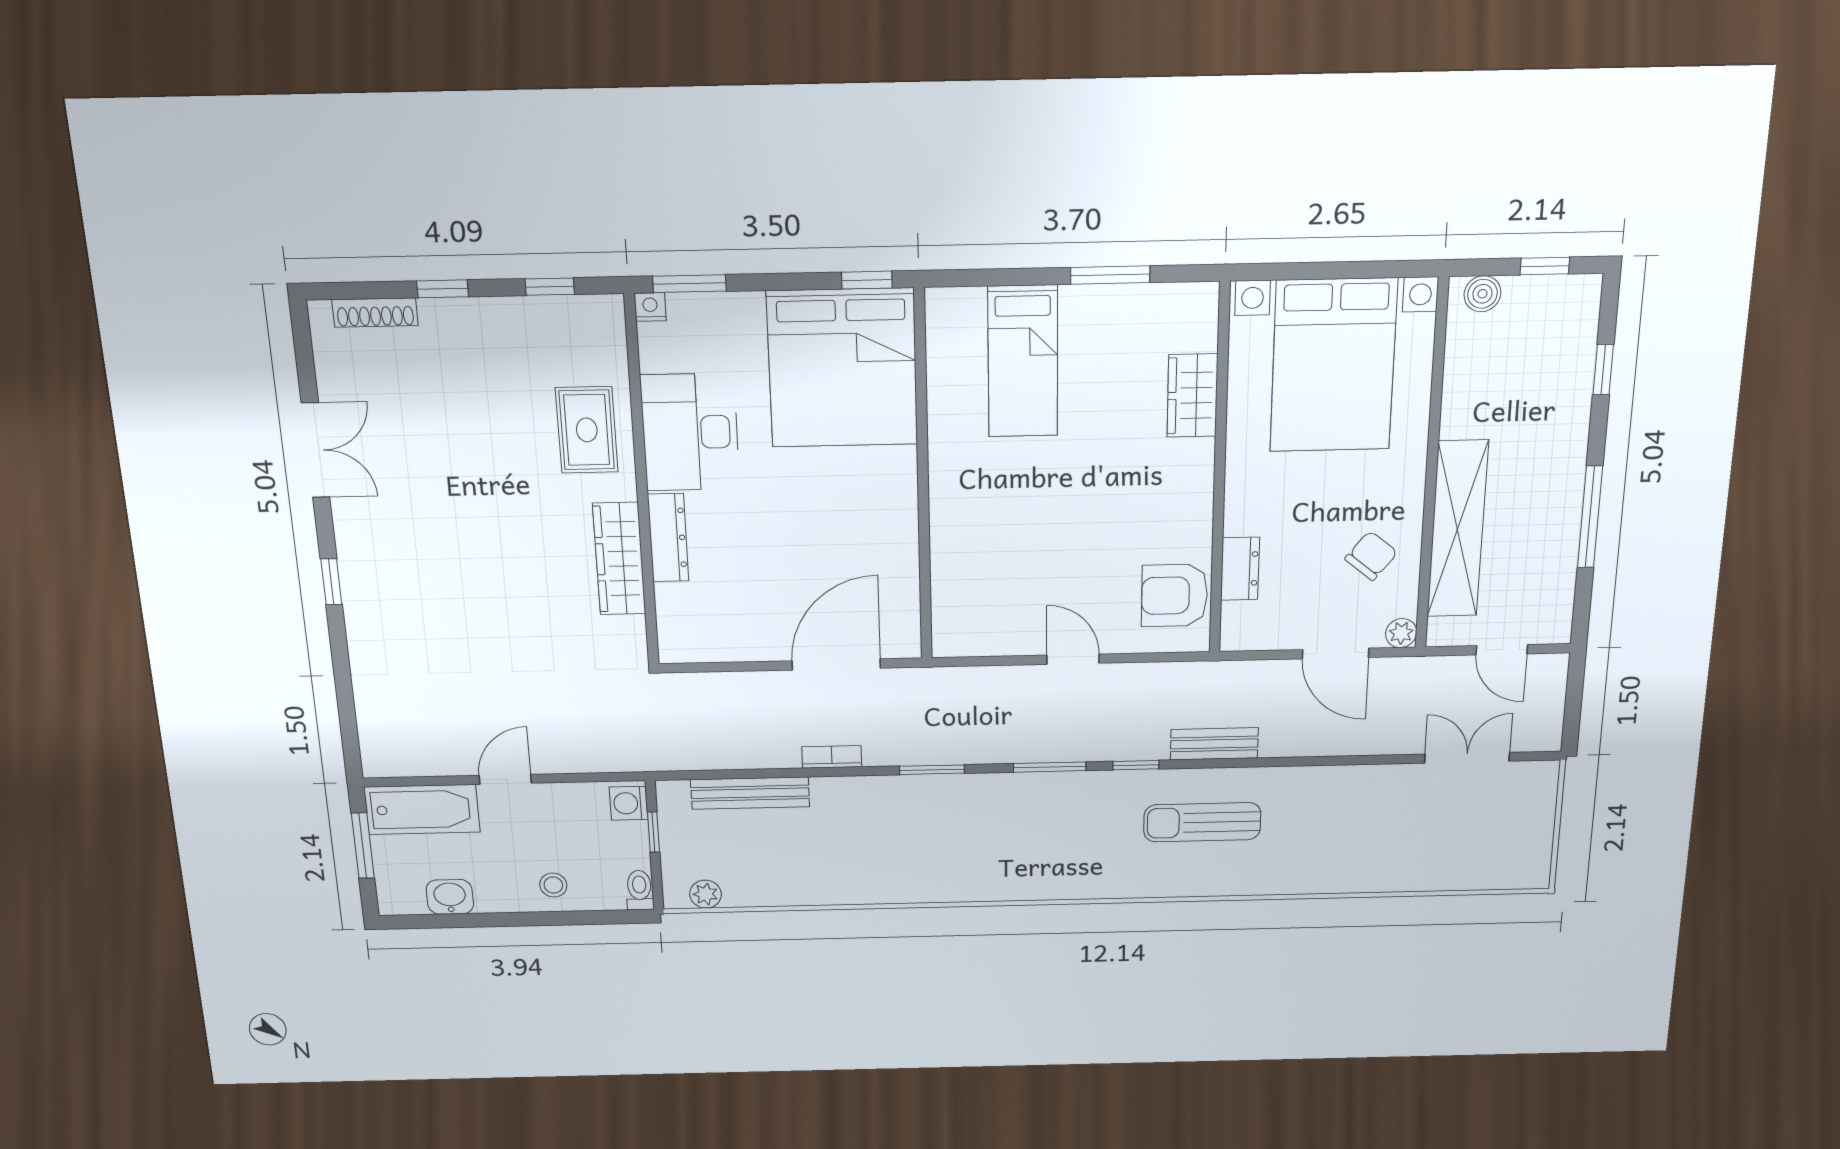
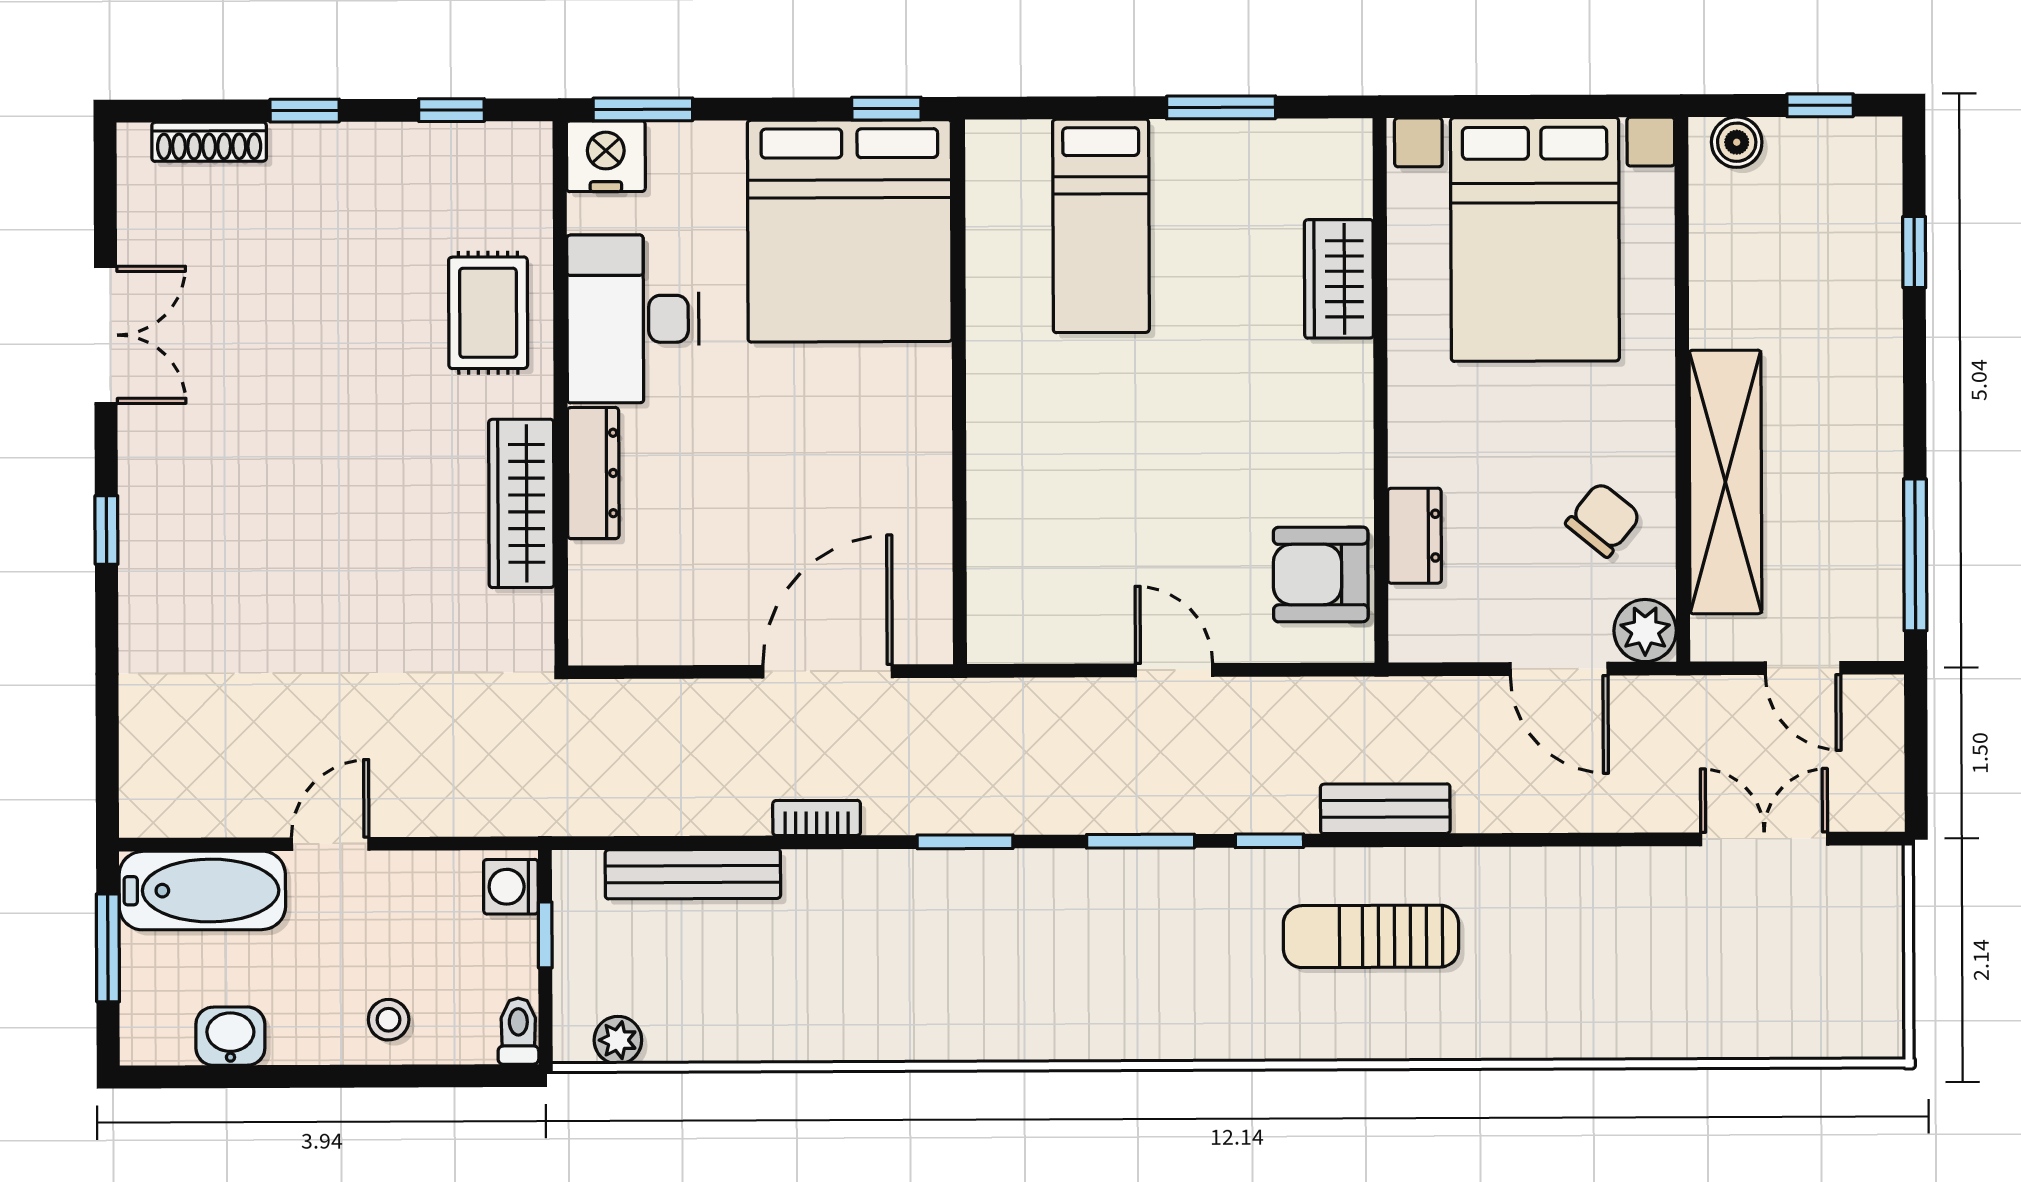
nightstand: (650, 307) -> (606, 156), width x1.89, depth x1.79
window: (1590, 517) -> (1915, 555), moved
plant: (1401, 633) -> (1645, 631), width x1.38, depth x1.38

